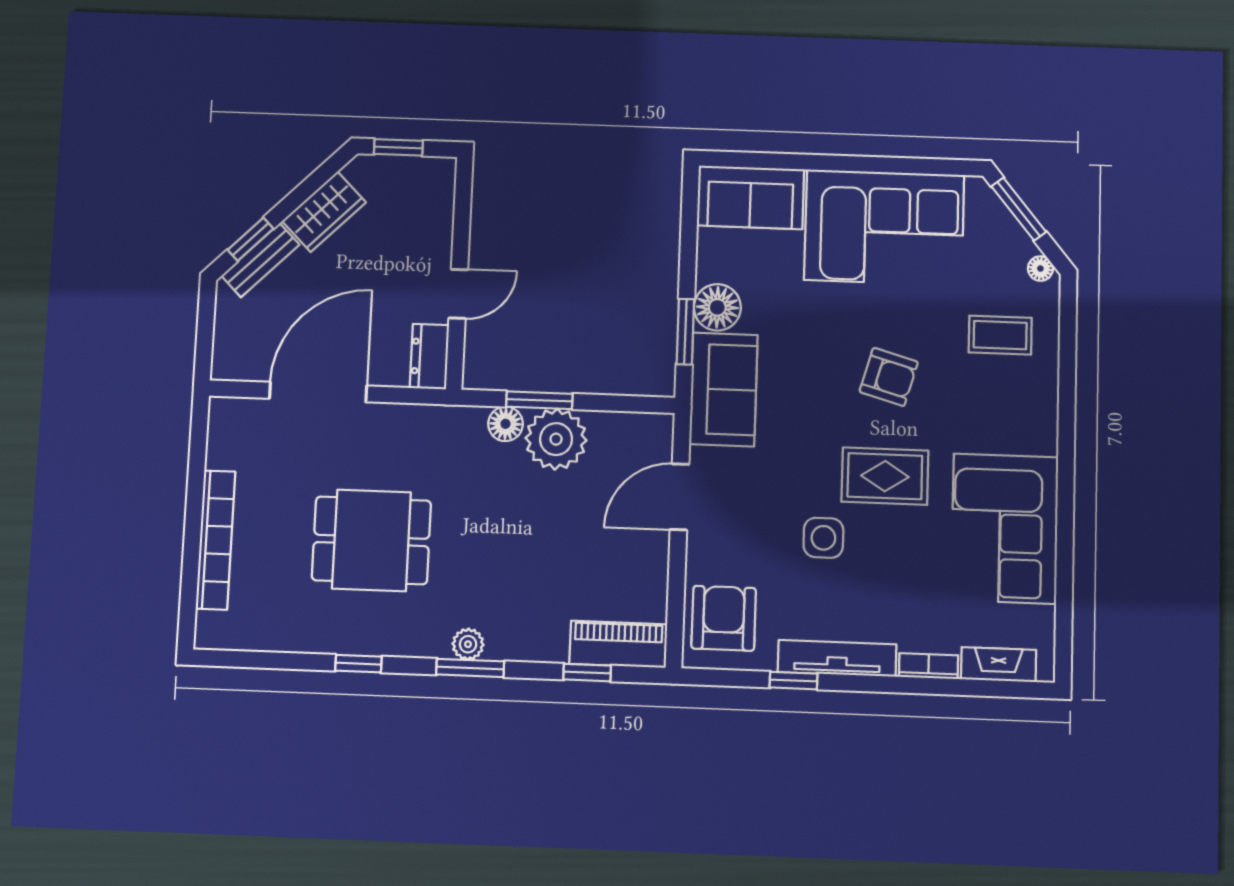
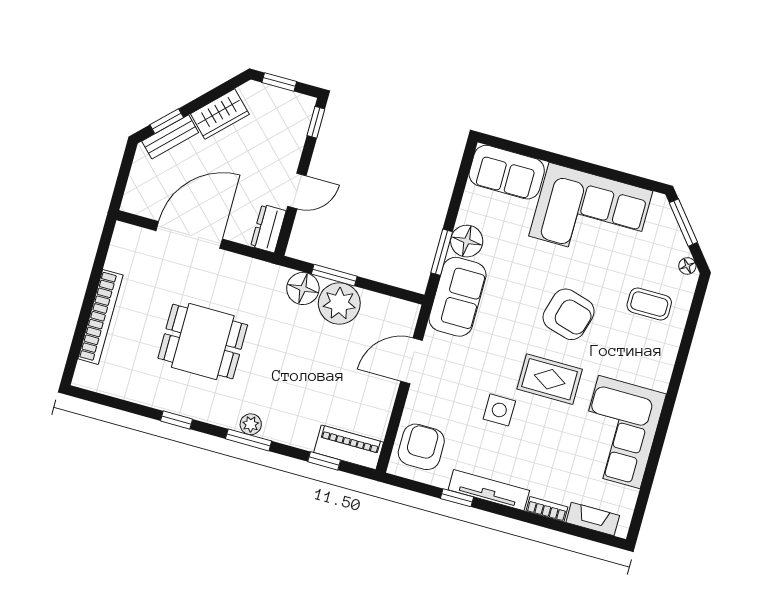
window: (463, 191) -> (316, 122), added
armchair: (889, 377) -> (569, 314), width x1.38, depth x1.38
floor lamp: (506, 424) -> (303, 289), width x1.38, depth x1.38

